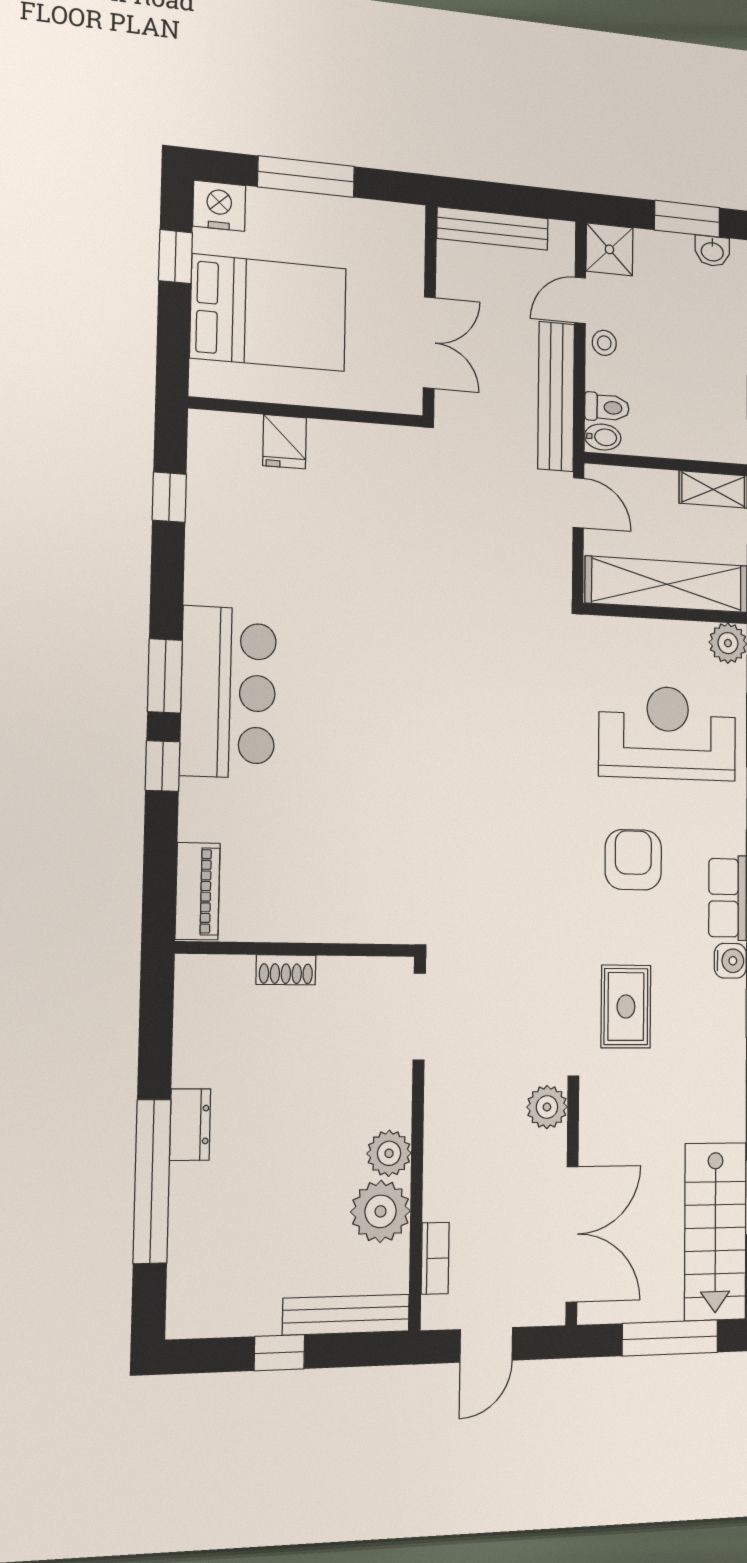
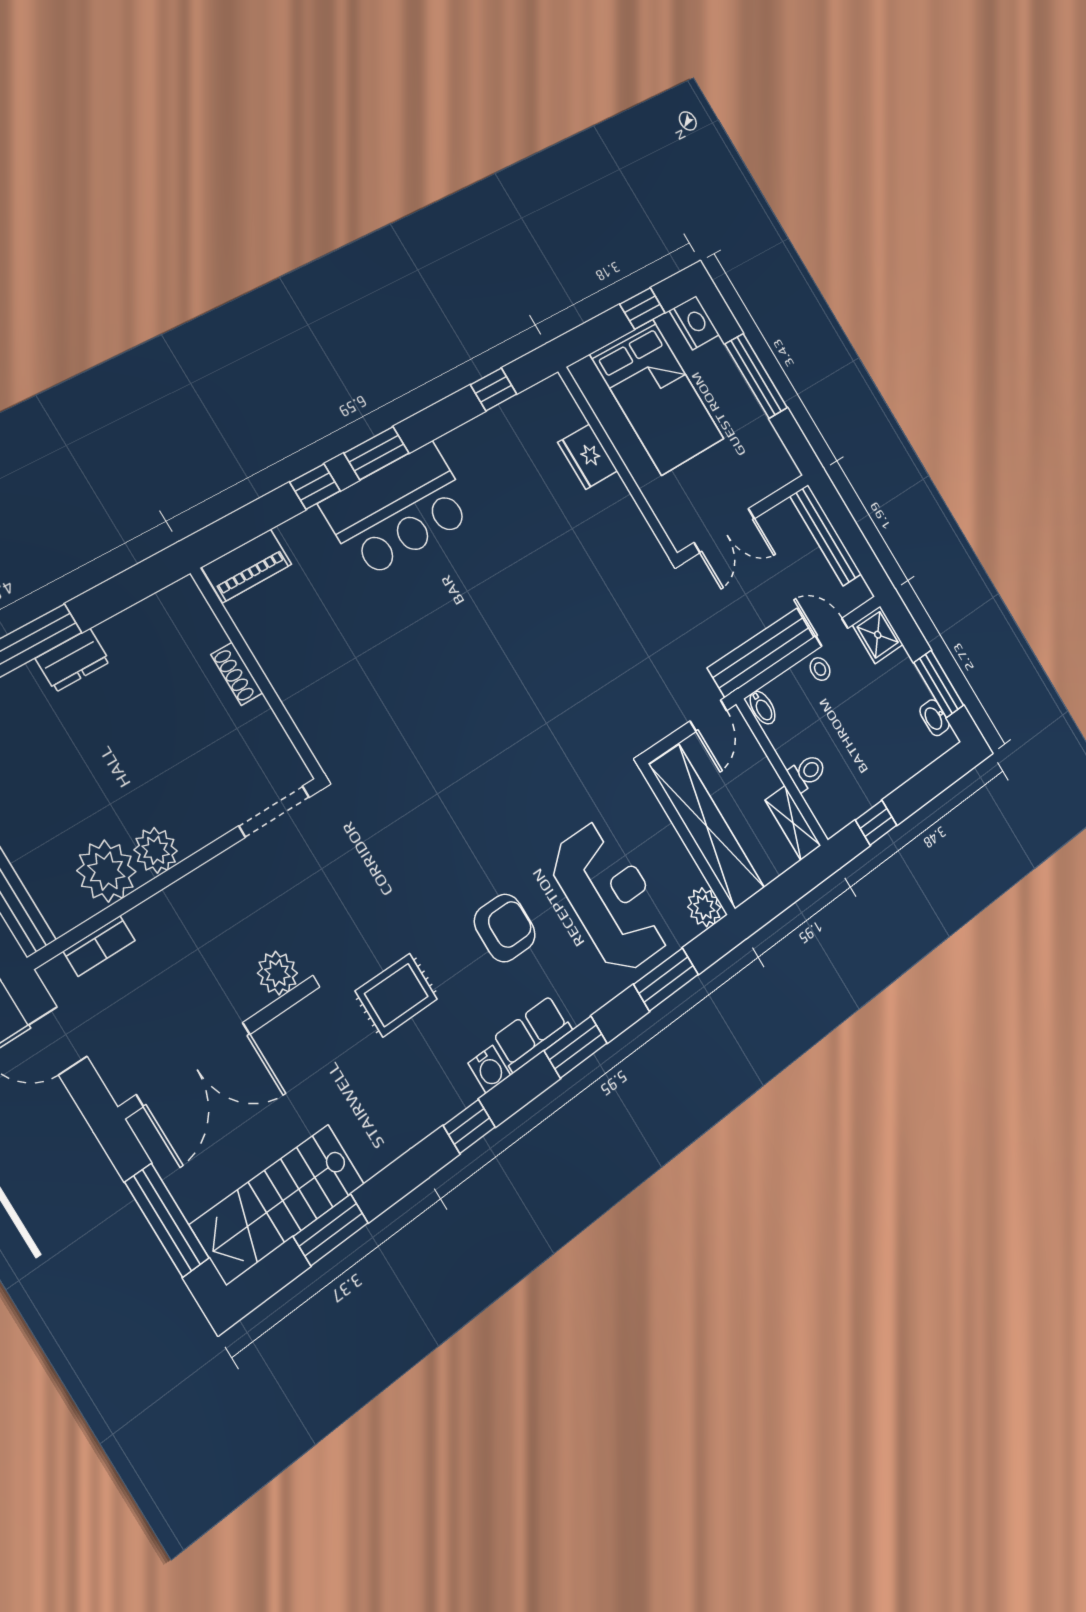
toilet: (607, 407) -> (807, 772), moved, turned -90
fridge: (285, 442) -> (588, 457), width x1.38

